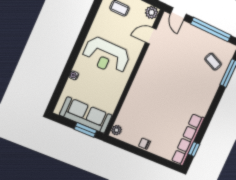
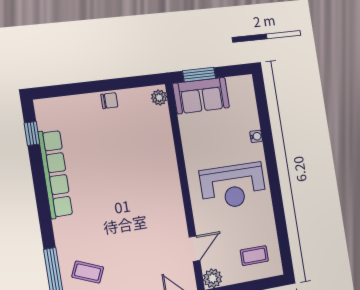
reception desk: (106, 56) -> (233, 186), turned 180
sofa: (86, 115) -> (201, 96), width x0.73
row of seats: (188, 140) -> (55, 174), moved

